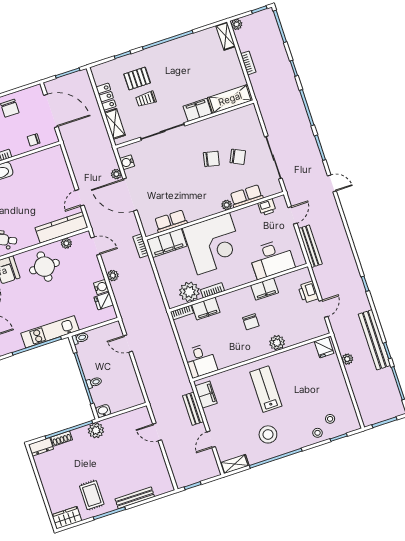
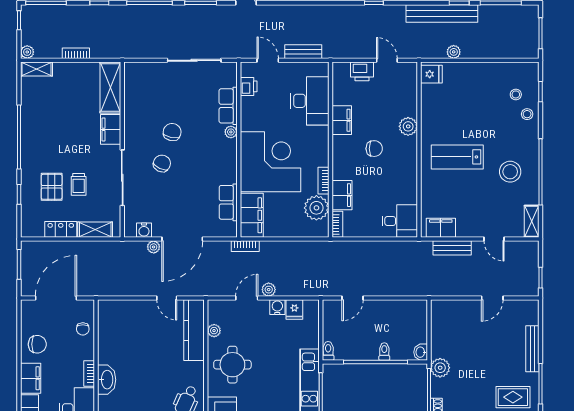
chair: (238, 157) -> (162, 163), moved
door: (96, 246) -> (247, 298), moved
bench: (310, 246) -> (303, 52), width x0.73
door: (157, 432) -> (492, 298), moved

